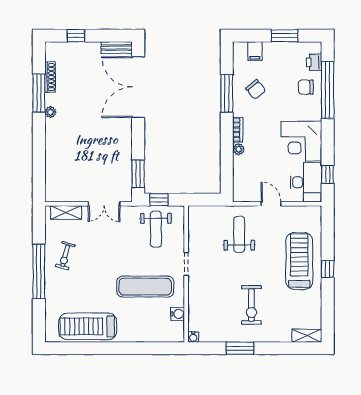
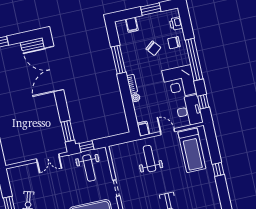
chair: (256, 89) -> (153, 48), moved
window: (328, 90) -> (194, 60), moved
filing cabinet: (240, 193) -> (143, 129), added
shelving: (66, 213) -> (22, 170), removed
treadmill: (299, 261) -> (192, 150), moved, turned 180

